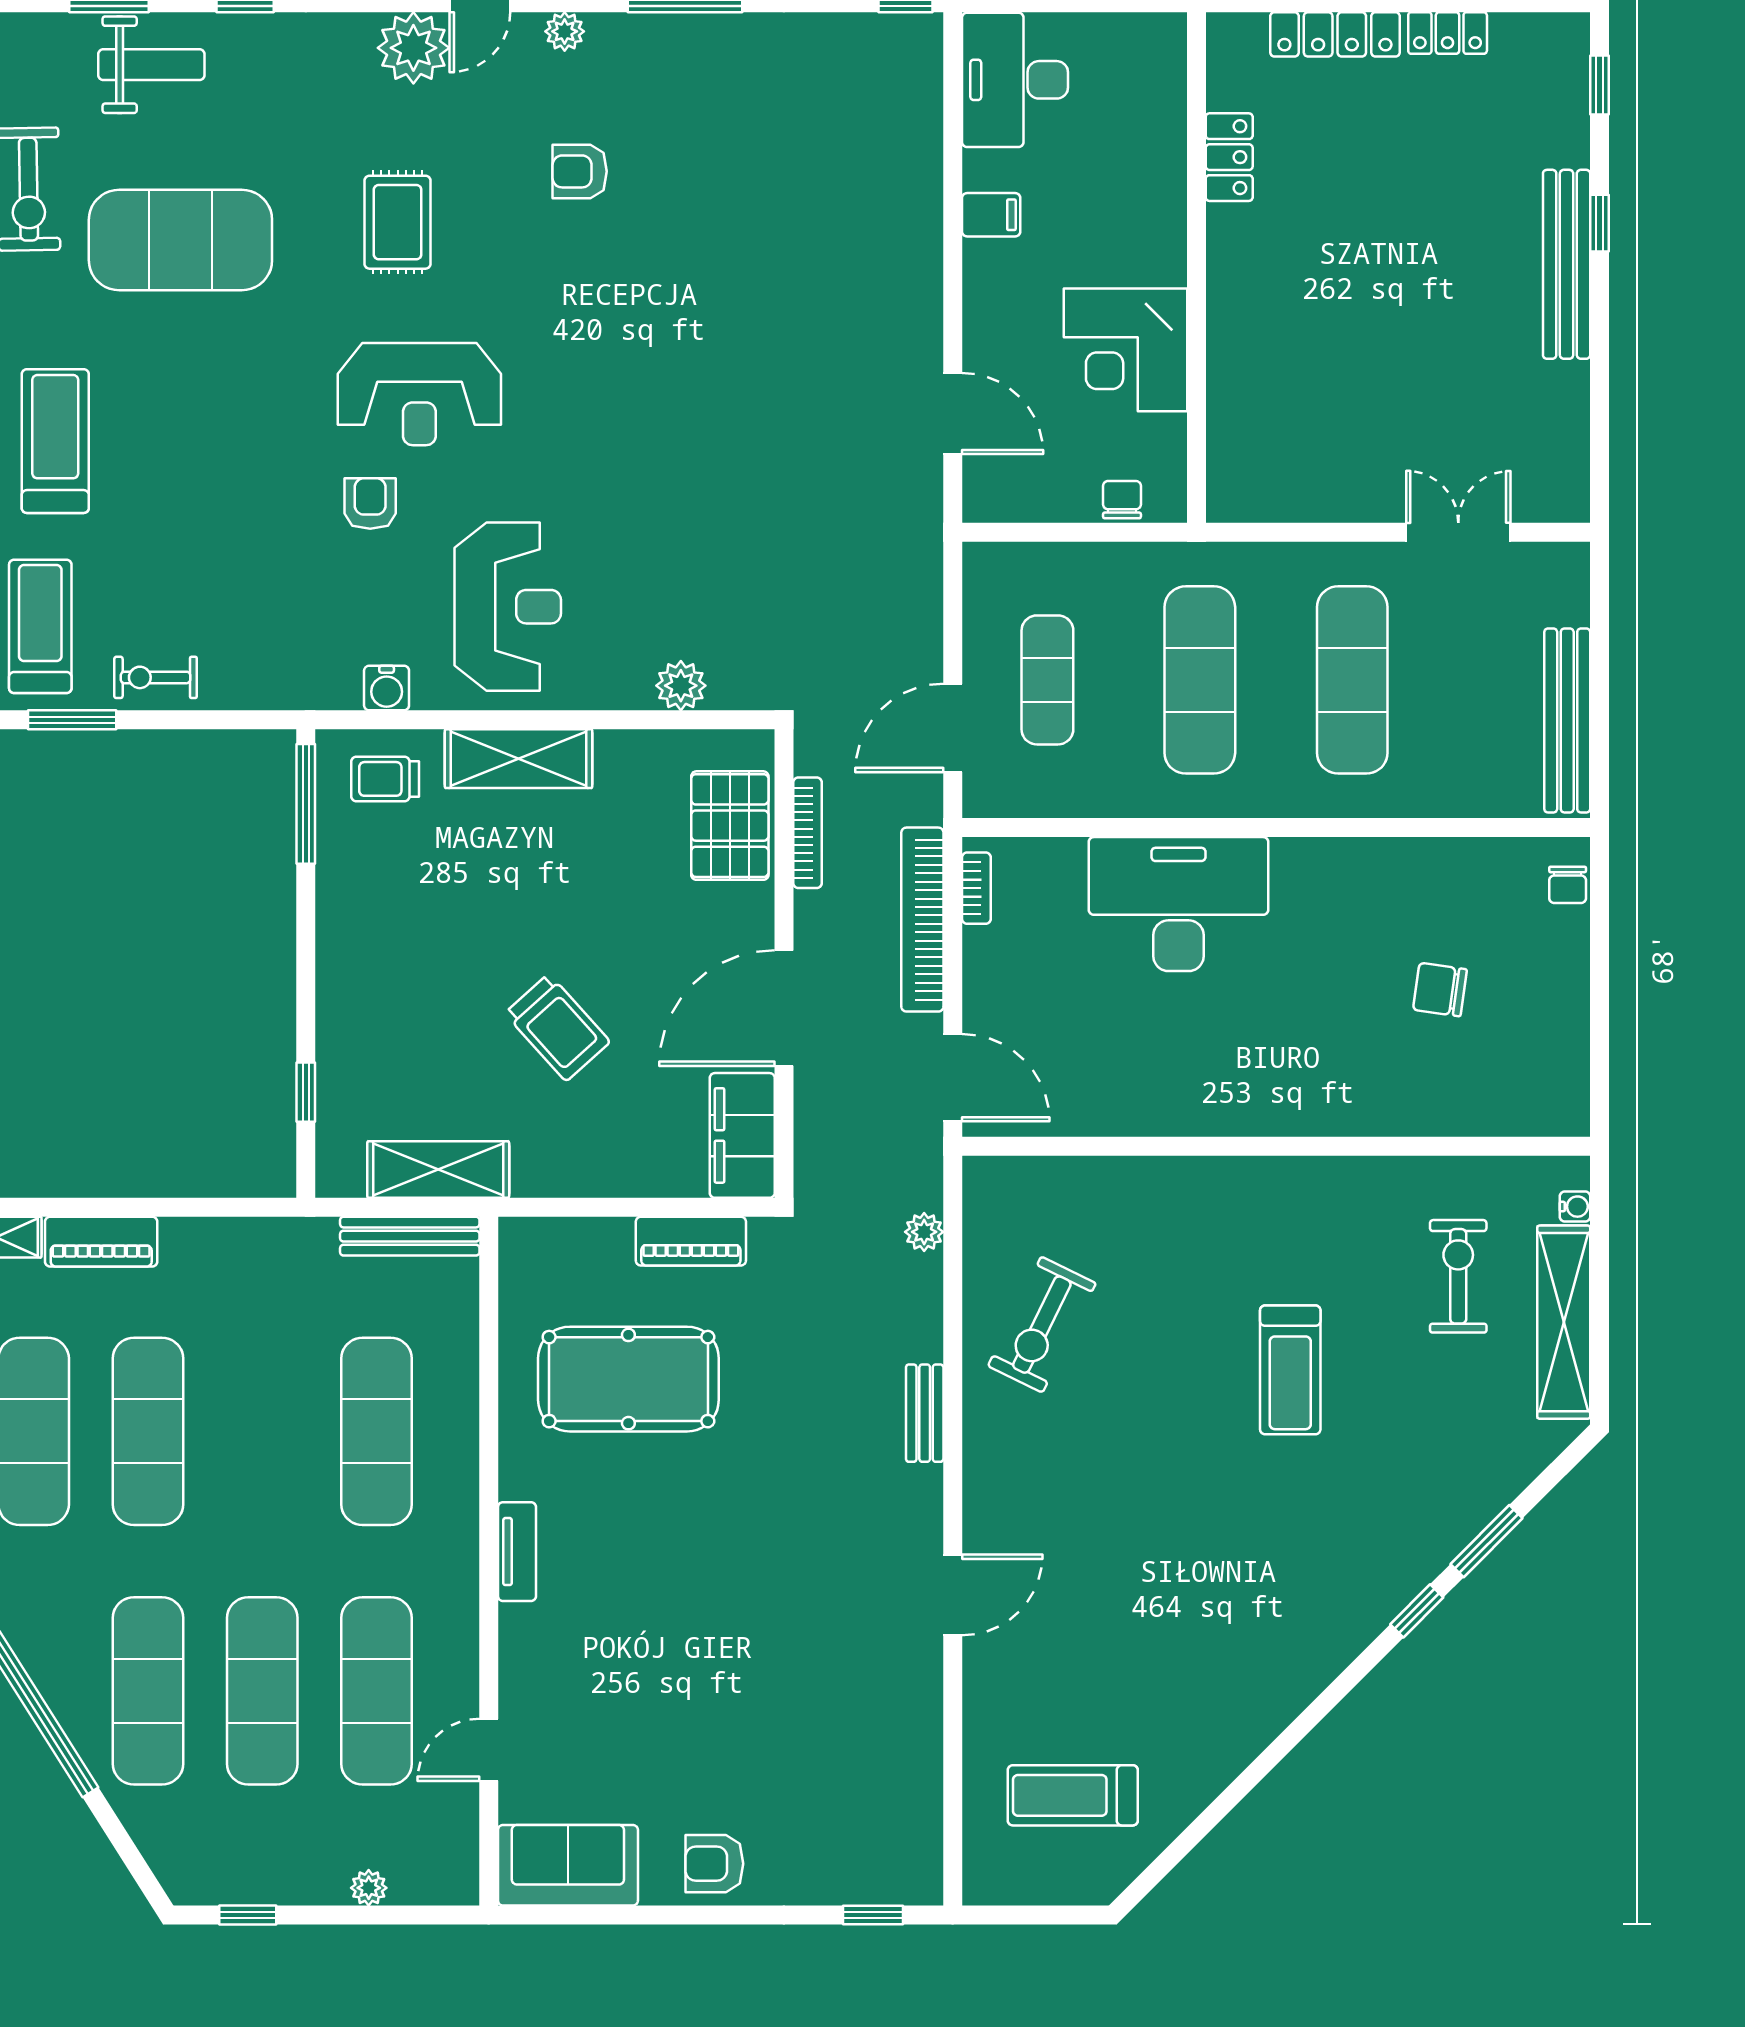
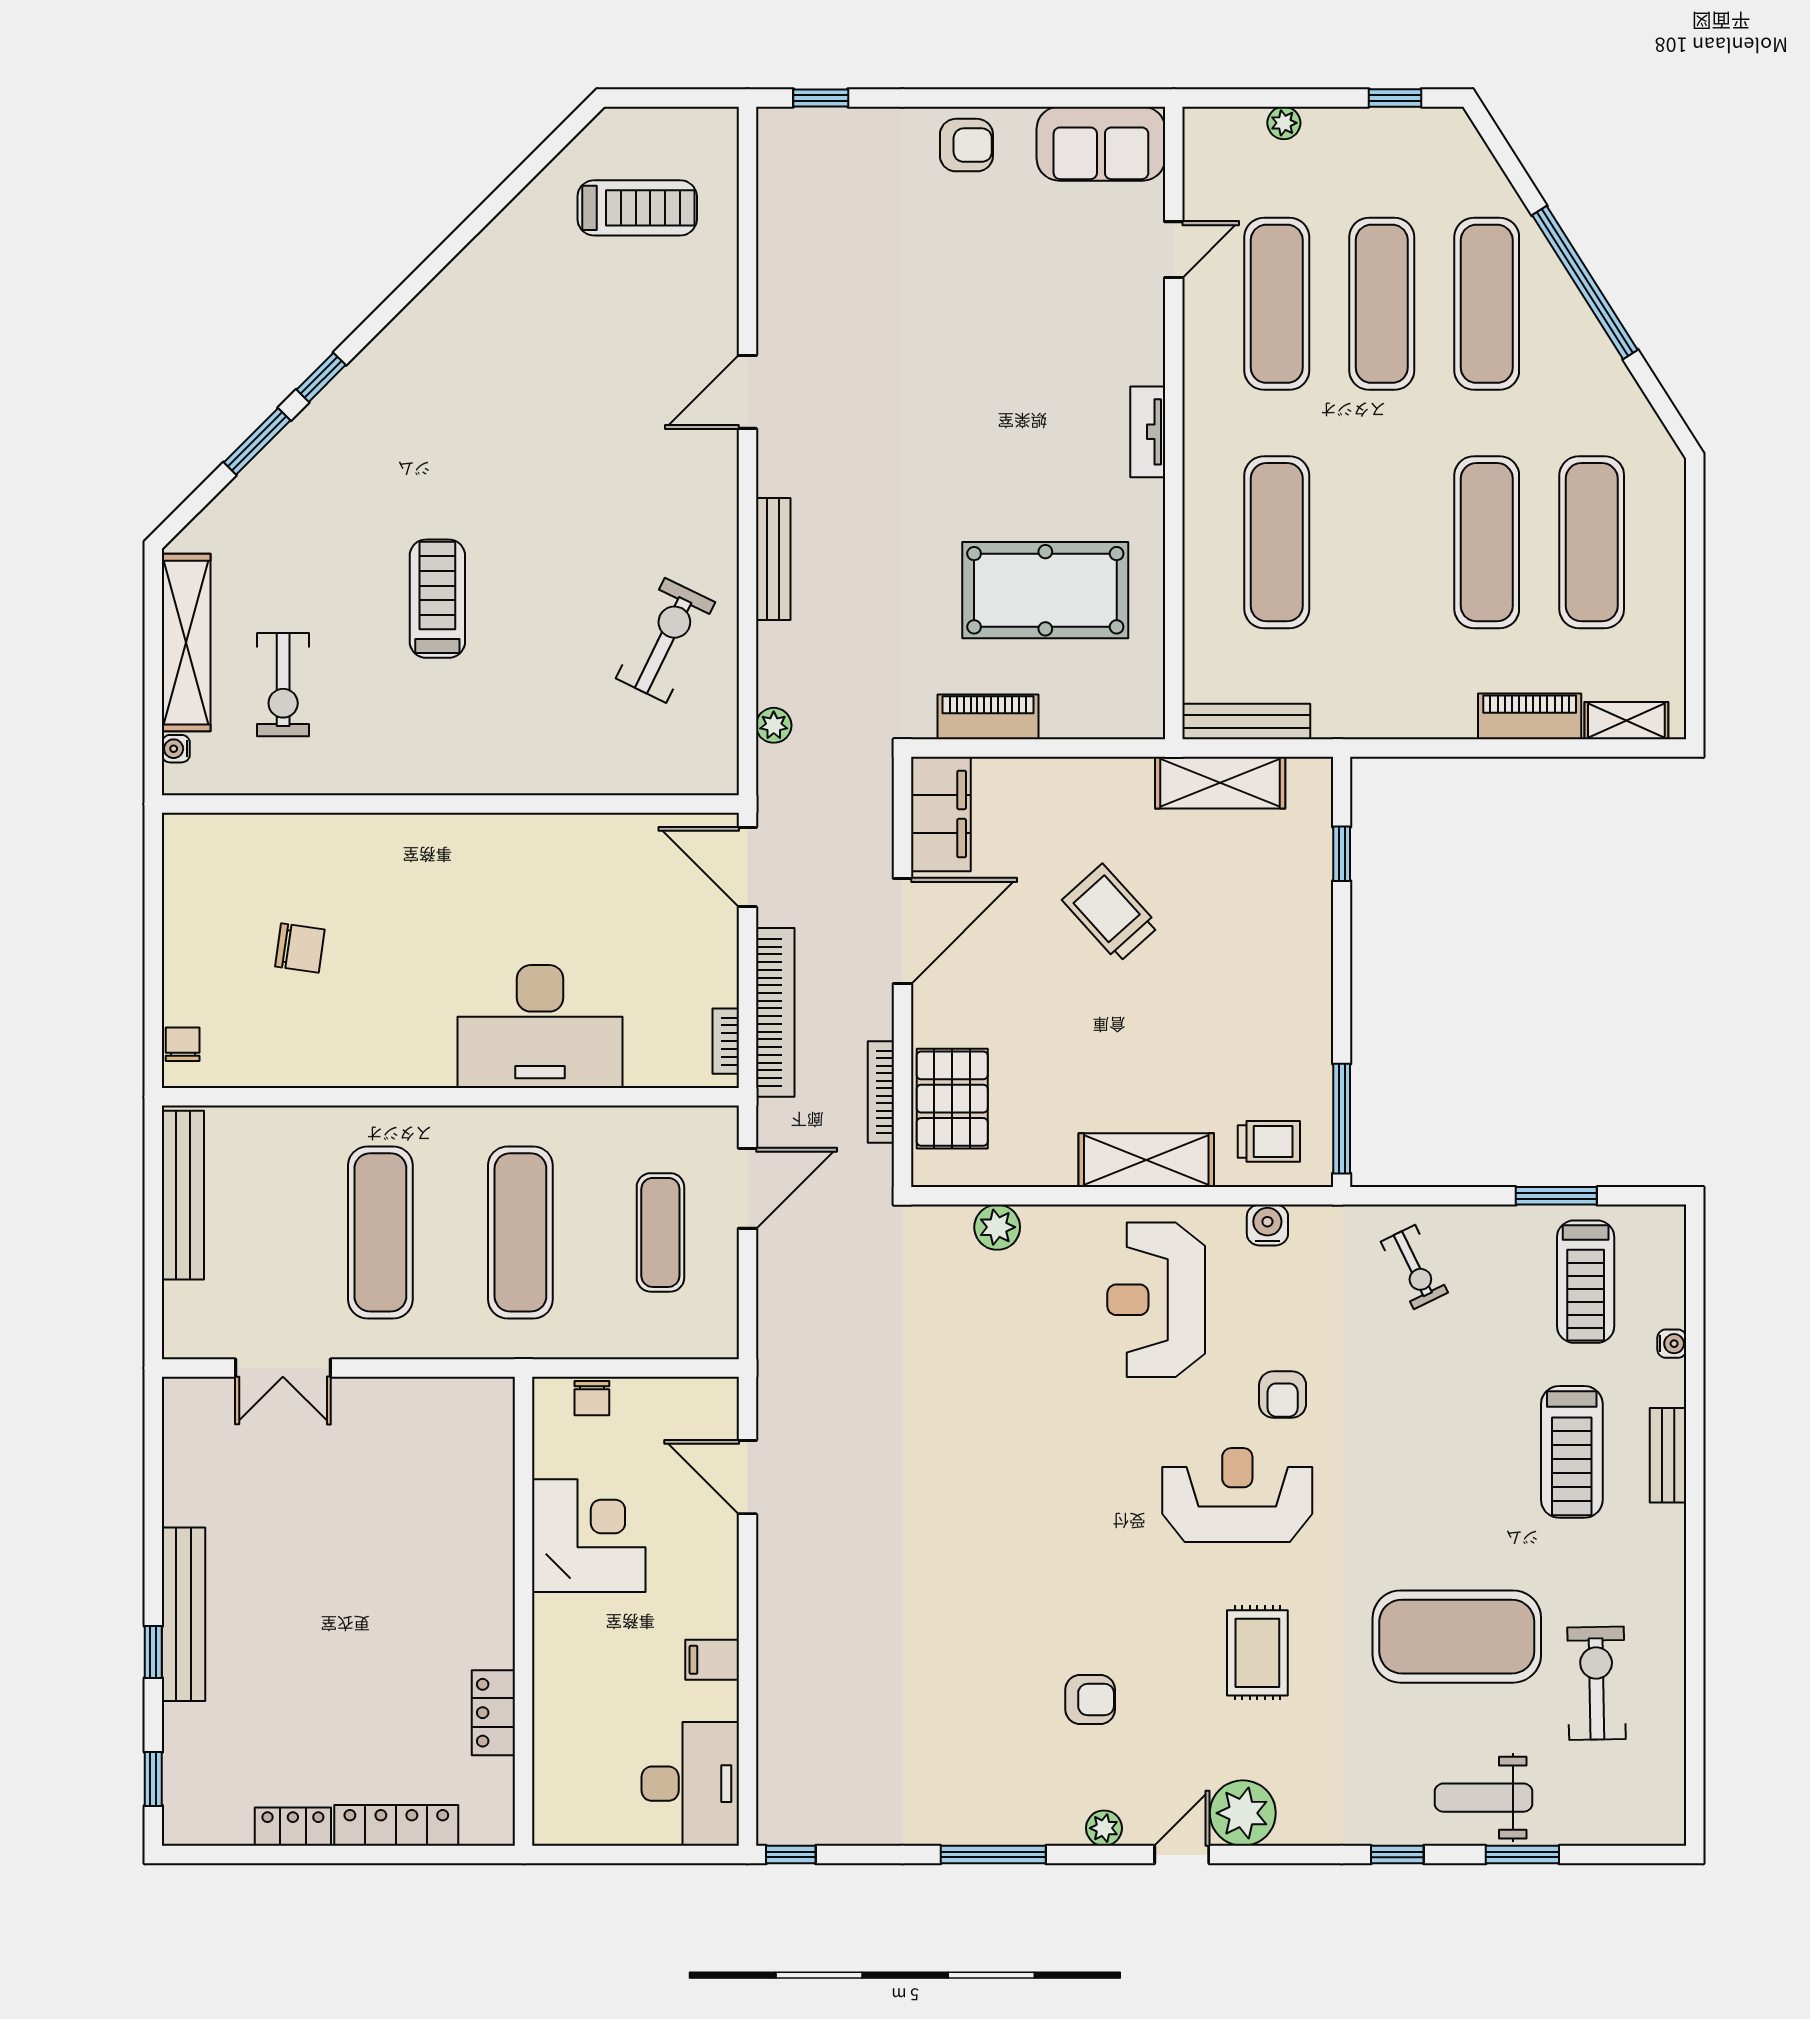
exercise bike: (155, 677) -> (1414, 1267), moved, turned 64
bench: (925, 1413) -> (773, 559), width x1.36

